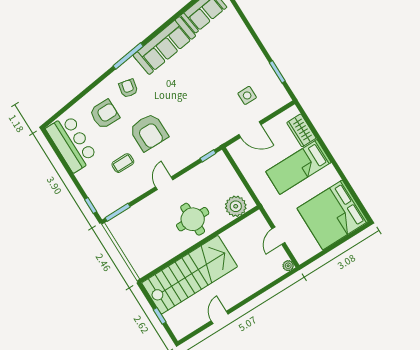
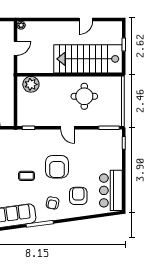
armchair: (104, 114) -> (78, 196), turned 90
armchair: (149, 132) -> (57, 167), turned 180
coffee table: (123, 163) -> (26, 176), moved
door: (164, 183) -> (68, 128), hinge flipped
round table: (193, 219) -> (84, 96), moved

